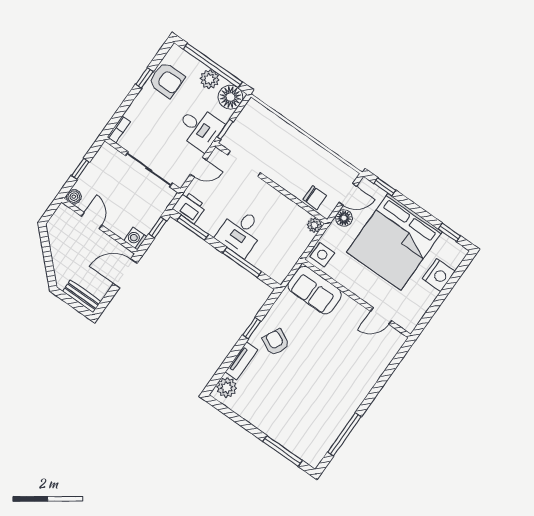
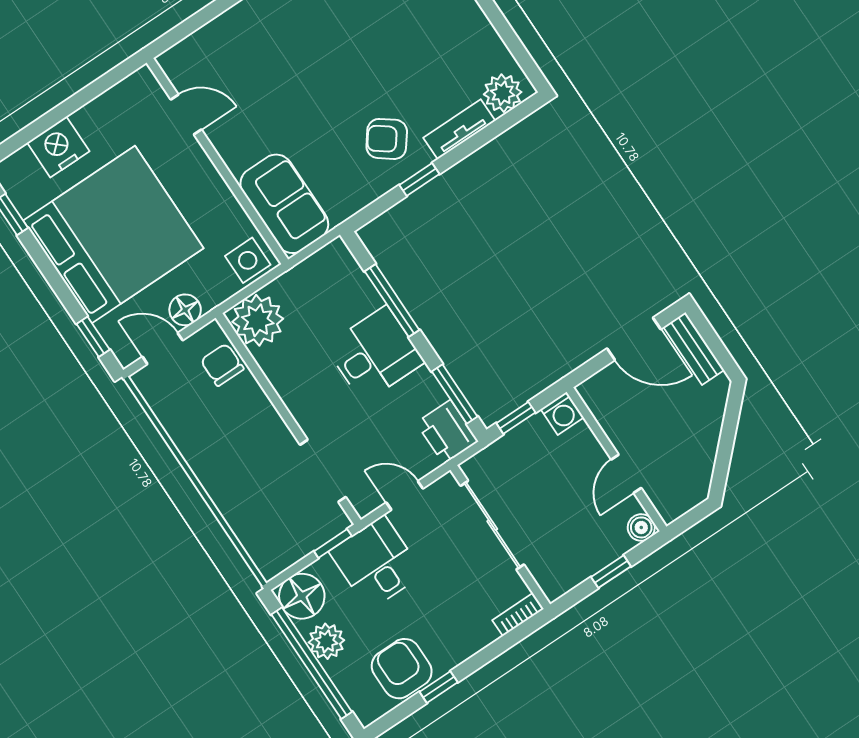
plant: (315, 225) -> (258, 320), width x1.88, depth x1.88
door: (125, 273) -> (634, 339), moved
armchair: (276, 342) -> (387, 139), turned 100

